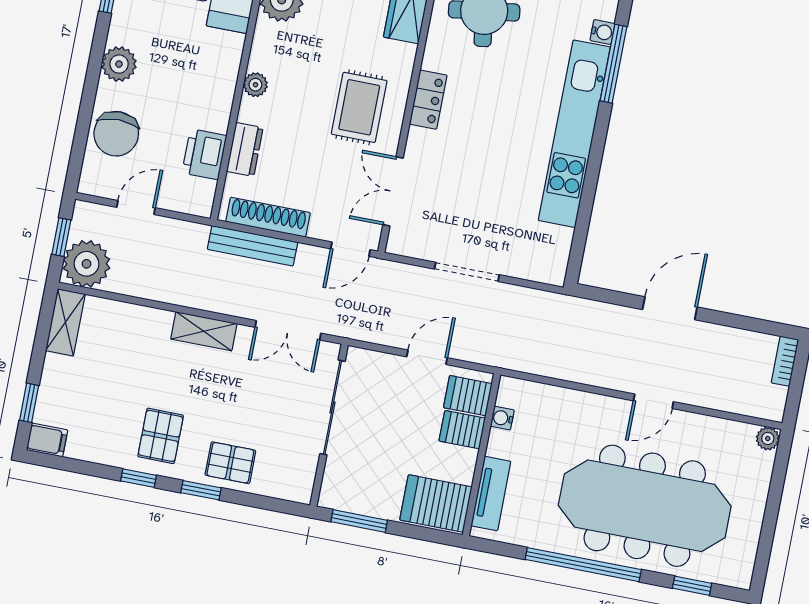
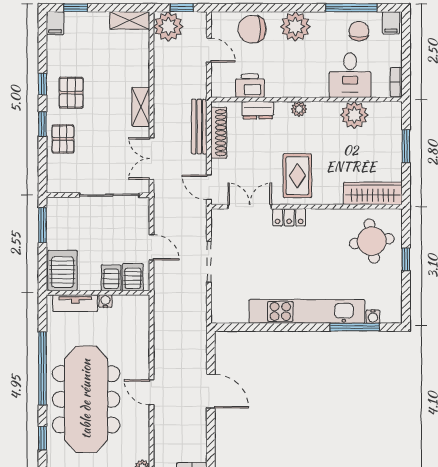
plant: (119, 64) -> (295, 27), width x1.36, depth x1.36
locker: (428, 100) -> (289, 217), moved
rug: (359, 107) -> (297, 176), turned 90
water cooler: (502, 418) -> (105, 301), moved
pallet: (161, 436) -> (71, 93), turned 90

